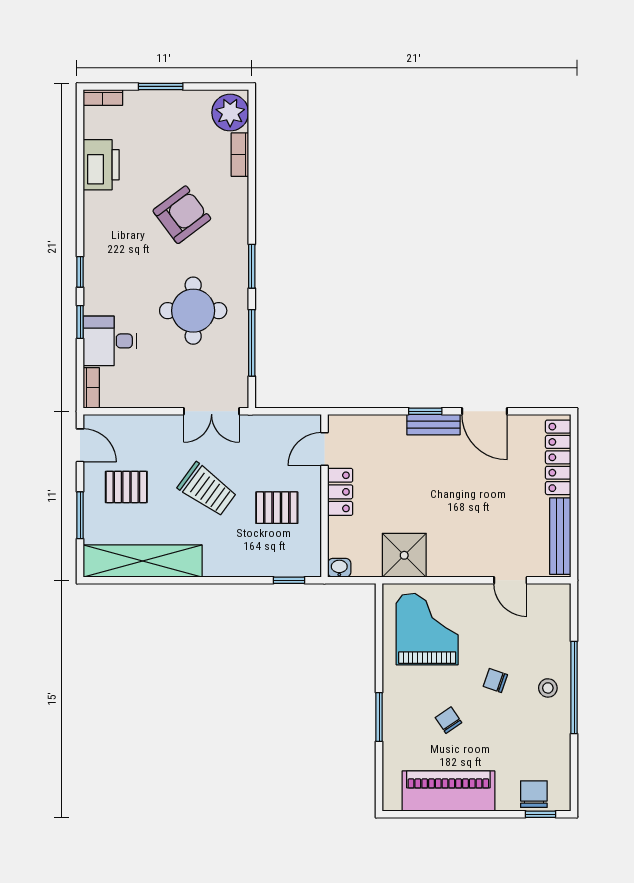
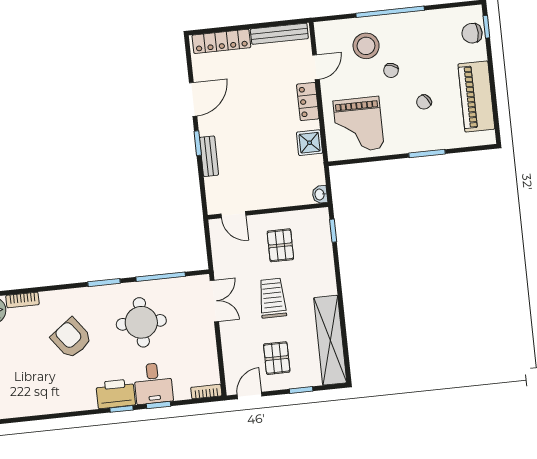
printer: (101, 165) -> (116, 394), moved
desk: (110, 341) -> (153, 383), moved
bench: (433, 425) -> (209, 156), moved
trolley: (207, 490) -> (272, 298), turned -36
locker: (340, 492) -> (308, 102), moved, turned -90
window: (80, 515) -> (301, 390), width x0.67
shower: (404, 555) -> (310, 143), width x0.73, depth x0.73
grand piano: (427, 629) -> (358, 125), turned -90
stool: (548, 688) -> (366, 46), moved, width x1.89, depth x1.89

